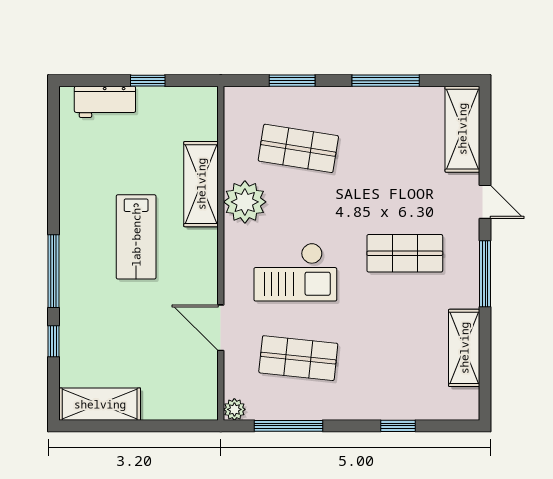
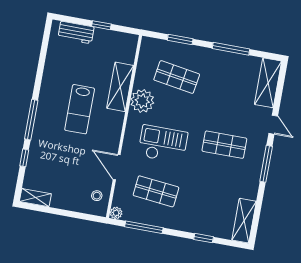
checkout: (295, 272) -> (163, 144), turned 180
shelving: (464, 348) -> (244, 221), moved
stool: (195, 385) -> (97, 196), added
shelving: (100, 404) -> (35, 198), width x0.67, depth x0.75

